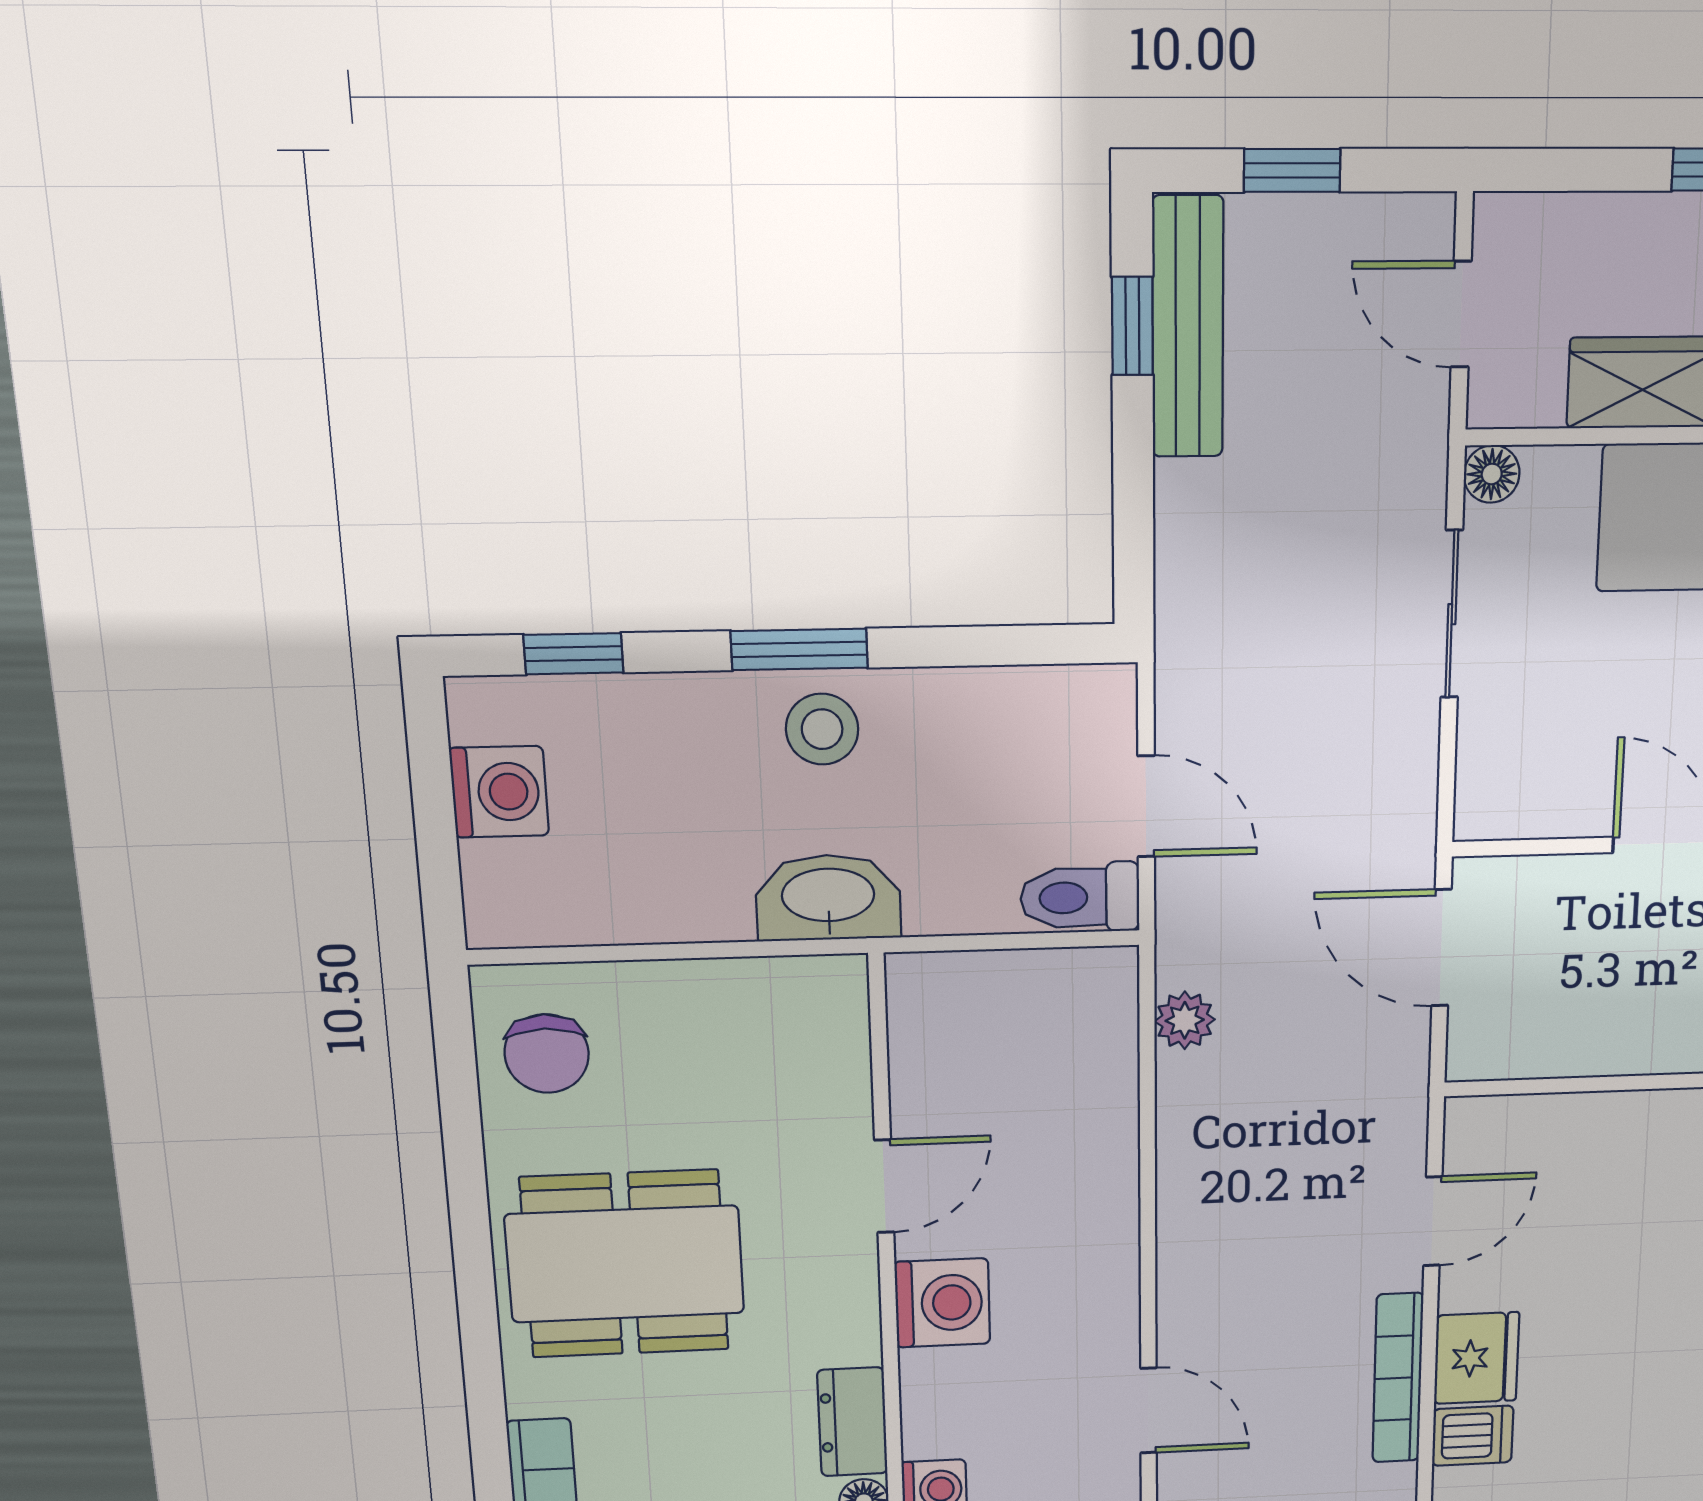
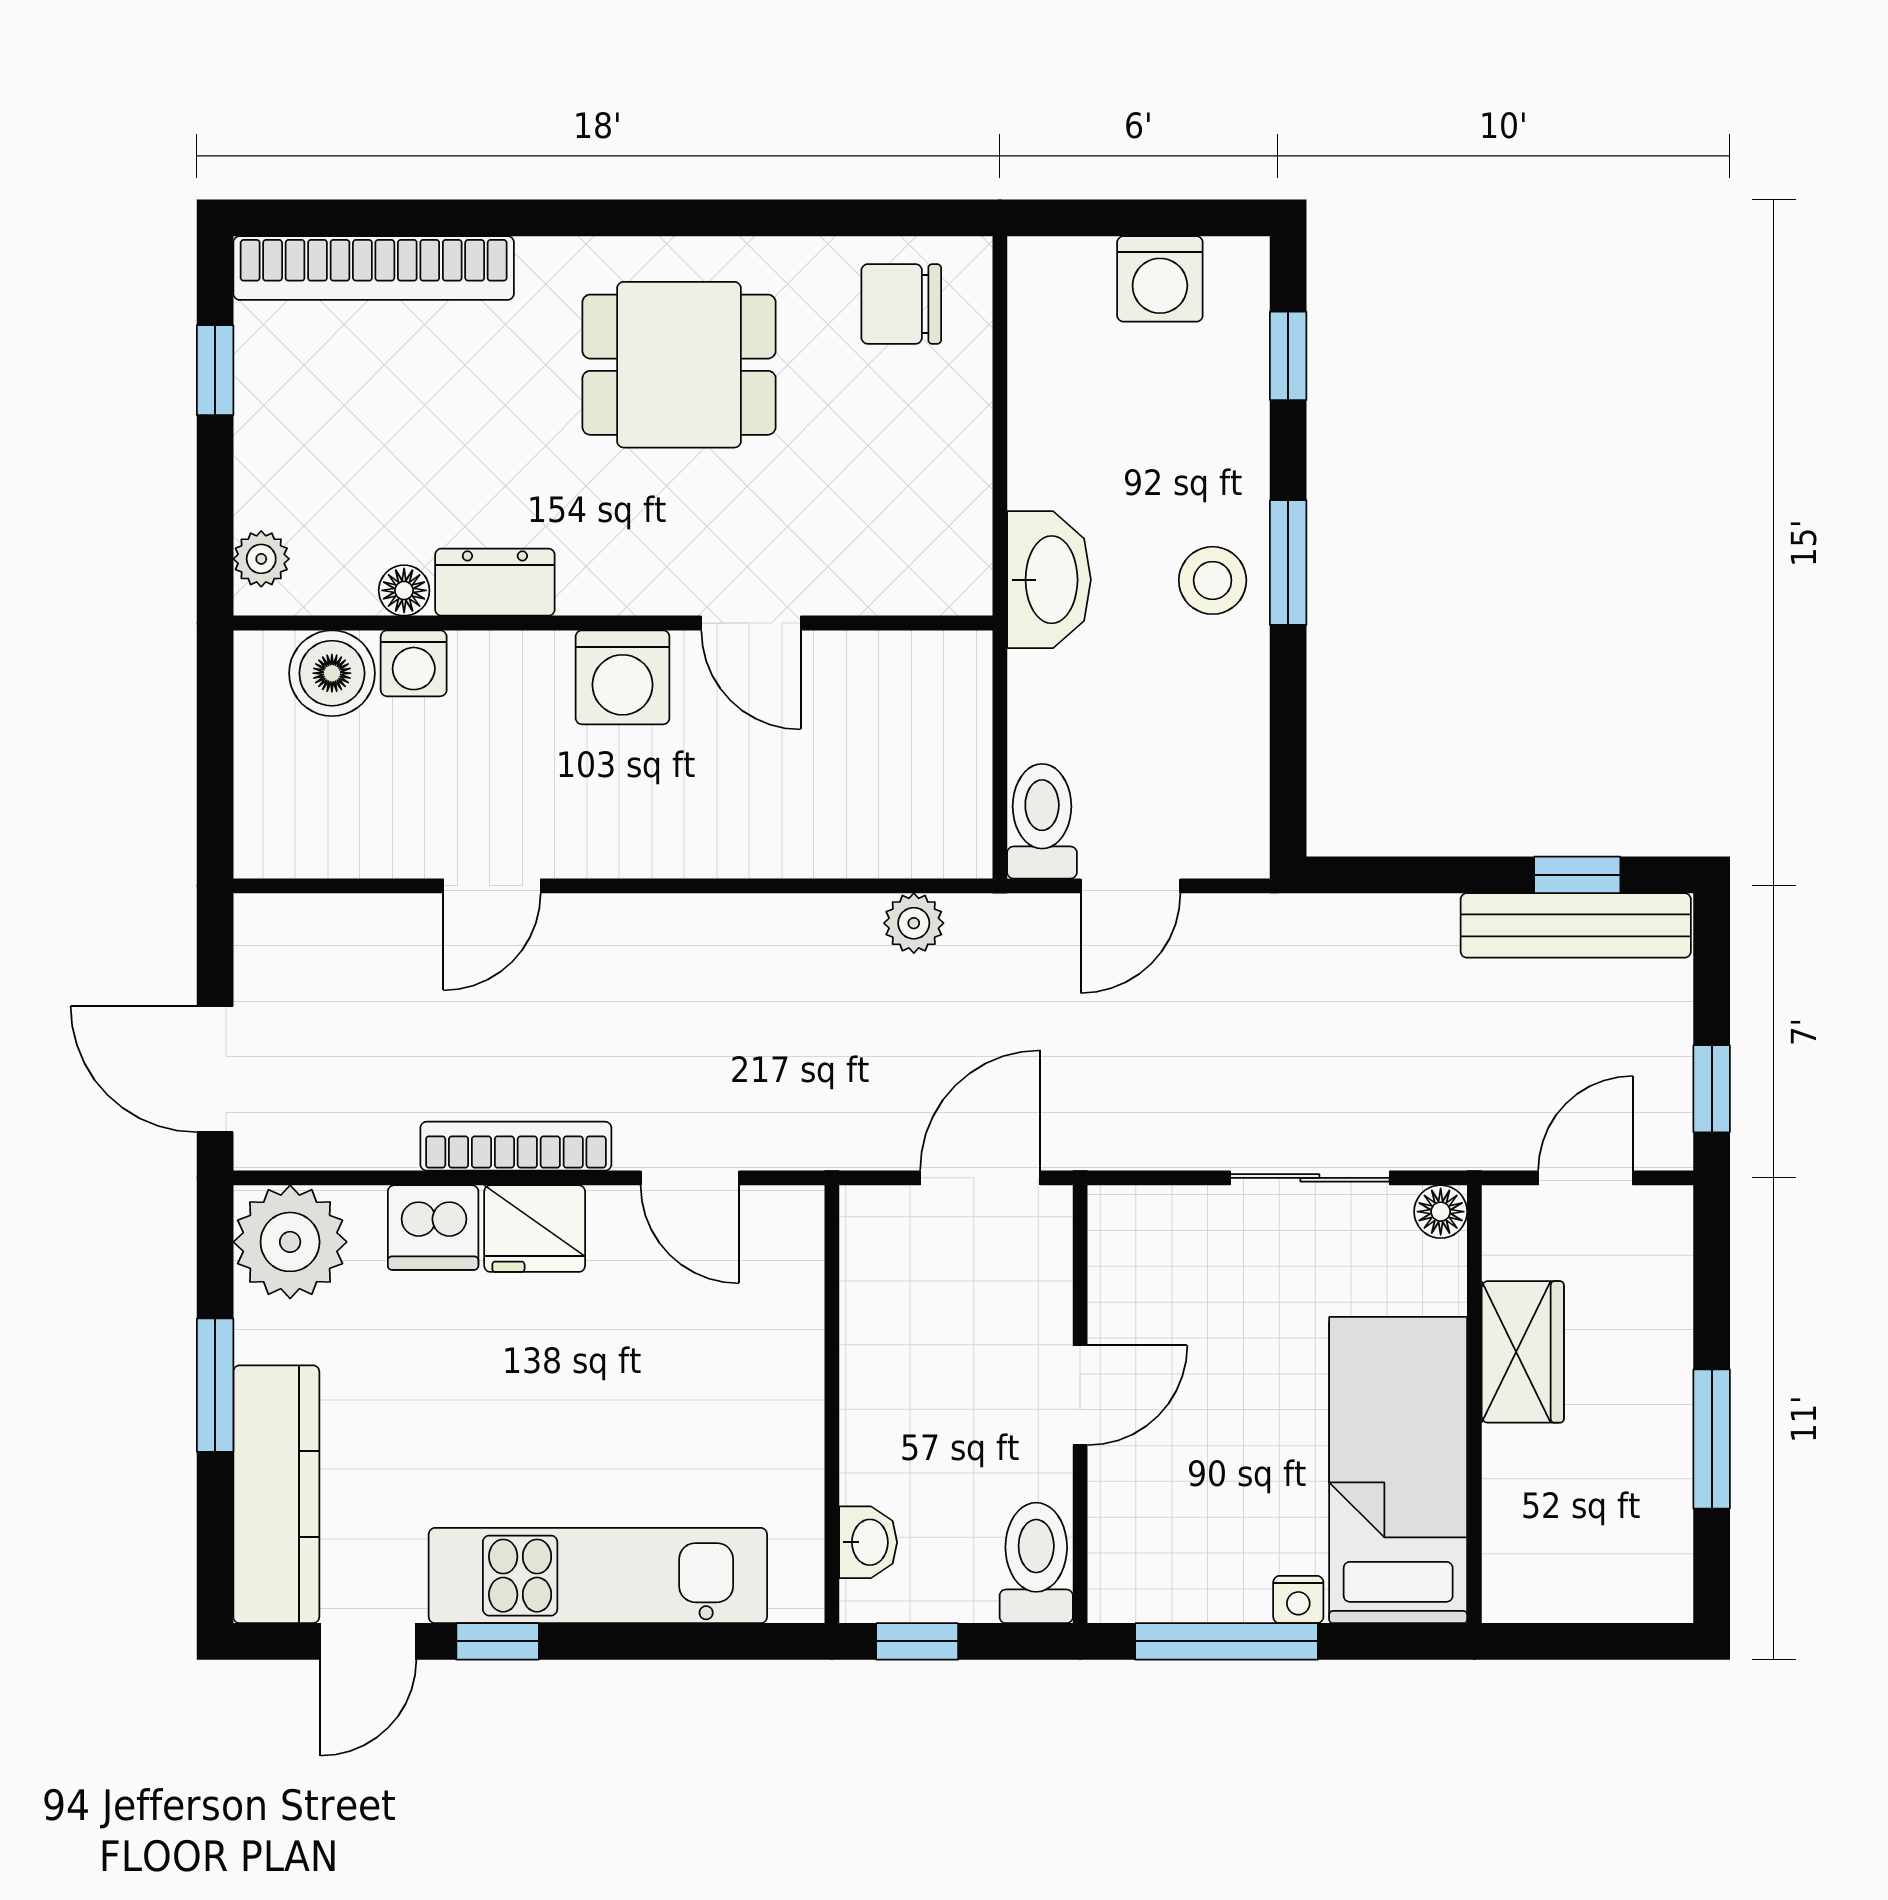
window: (1292, 170) -> (1712, 1089), moved
dining table: (625, 1264) -> (679, 365), width x0.73
dishwasher: (1473, 1436) -> (433, 1228), width x1.38

